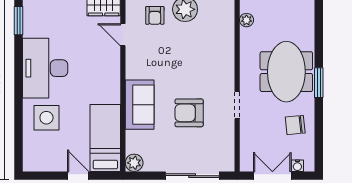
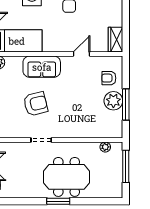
door: (123, 35) -> (82, 54), moved
armchair: (189, 113) -> (36, 104), turned 76
chair: (295, 125) -> (26, 184), removed

